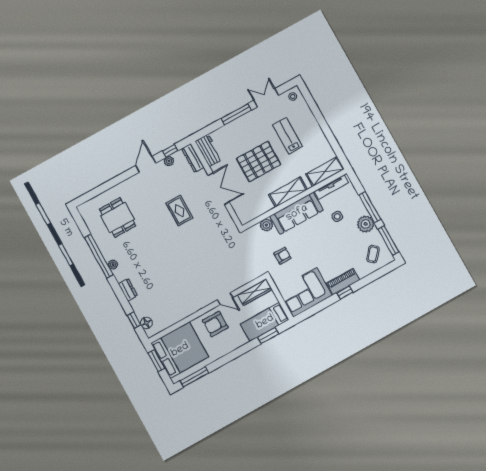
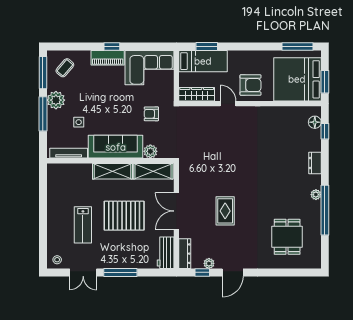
shelving: (325, 172) -> (153, 171), moved

